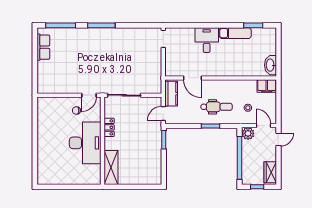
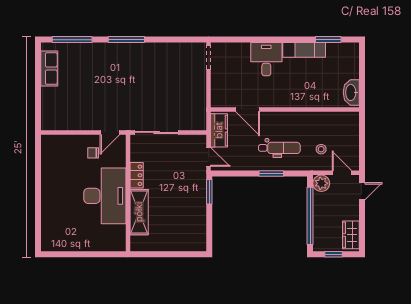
filing cabinet: (267, 86) -> (346, 120), removed
door: (163, 114) -> (209, 157), swing flipped
shelving: (111, 167) -> (139, 212), moved

